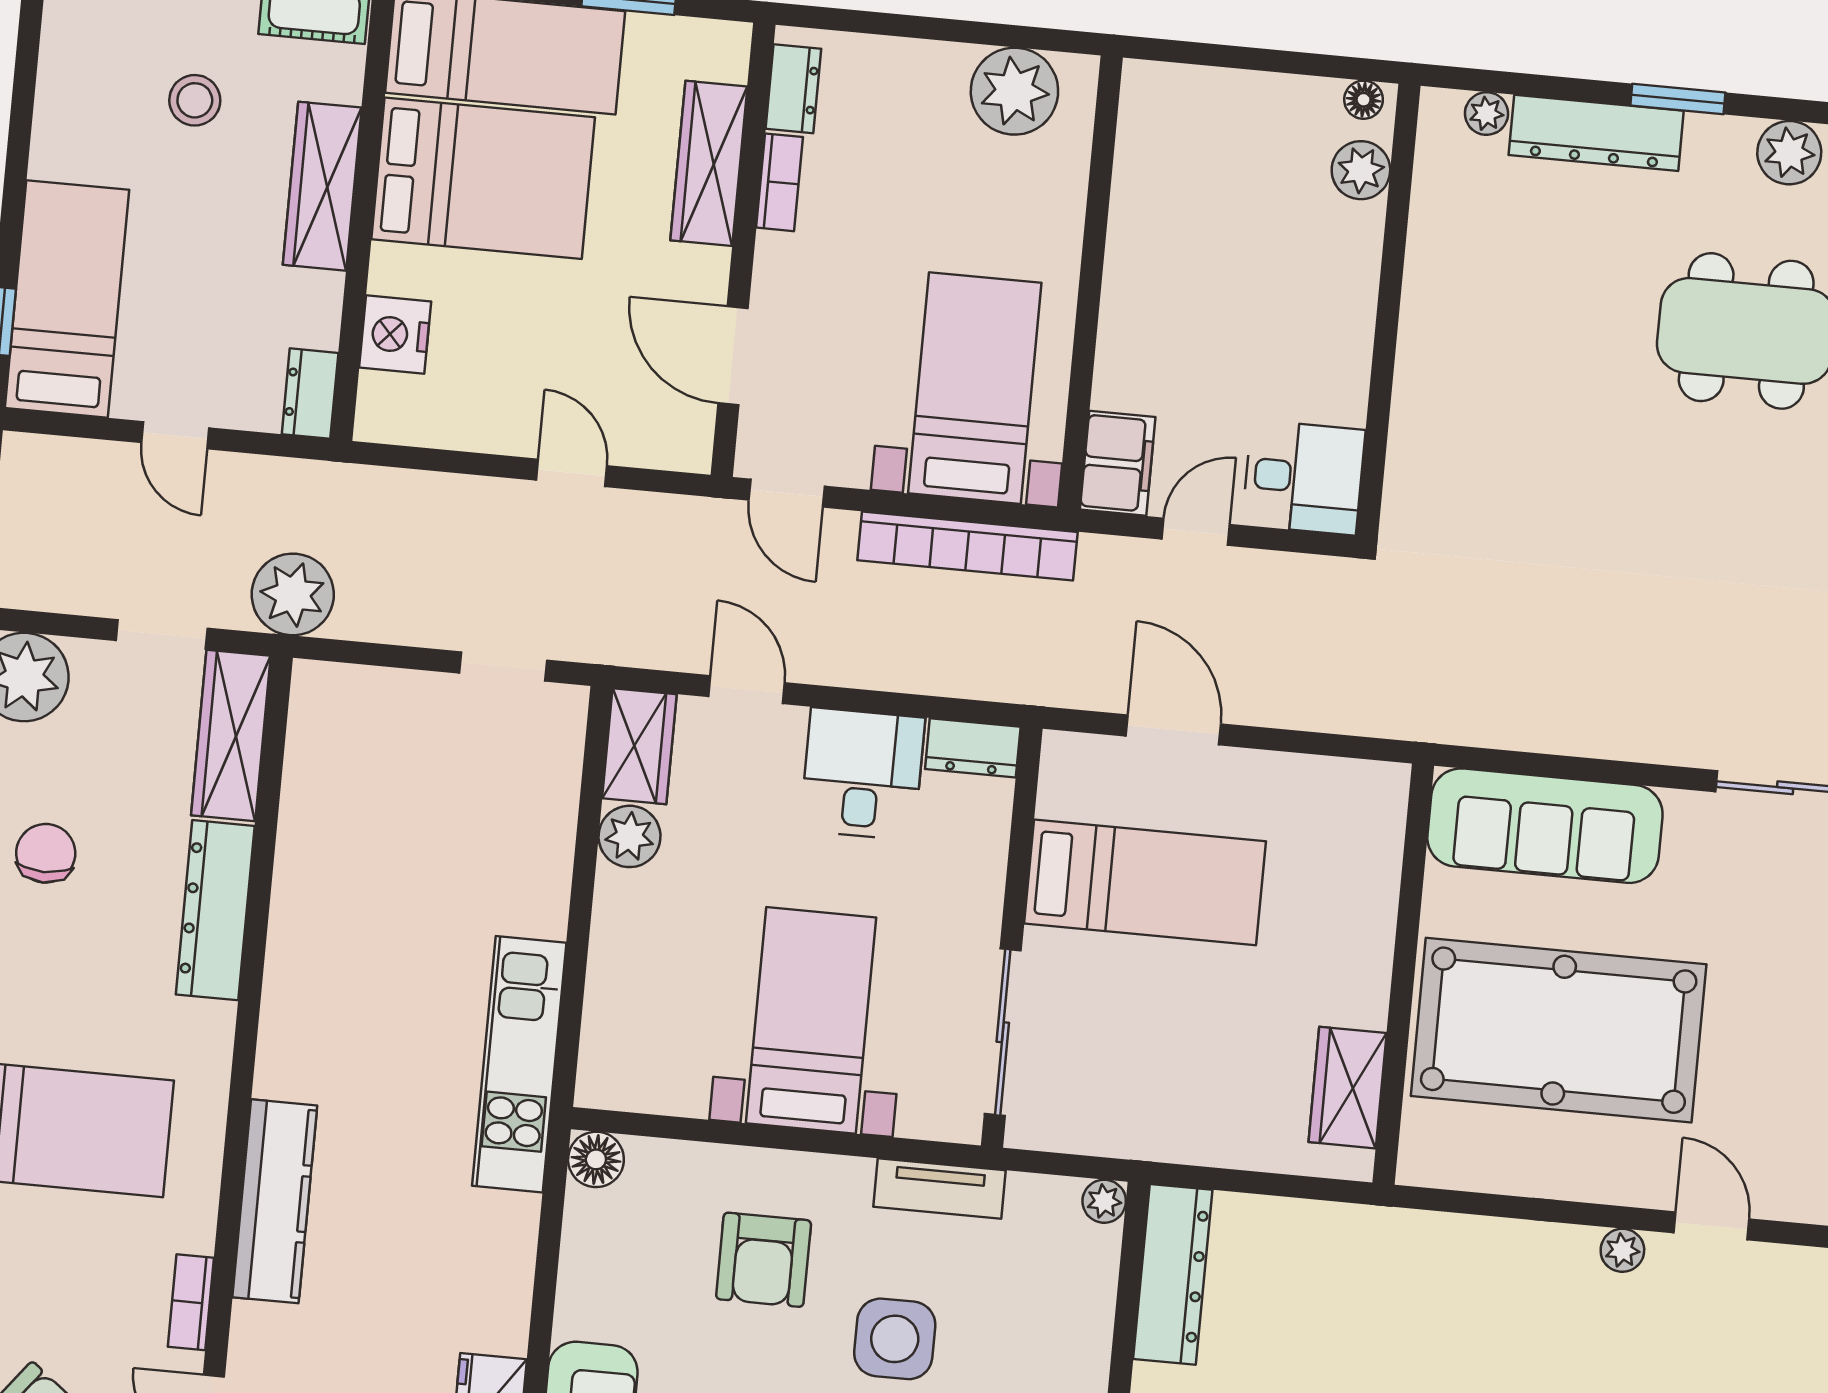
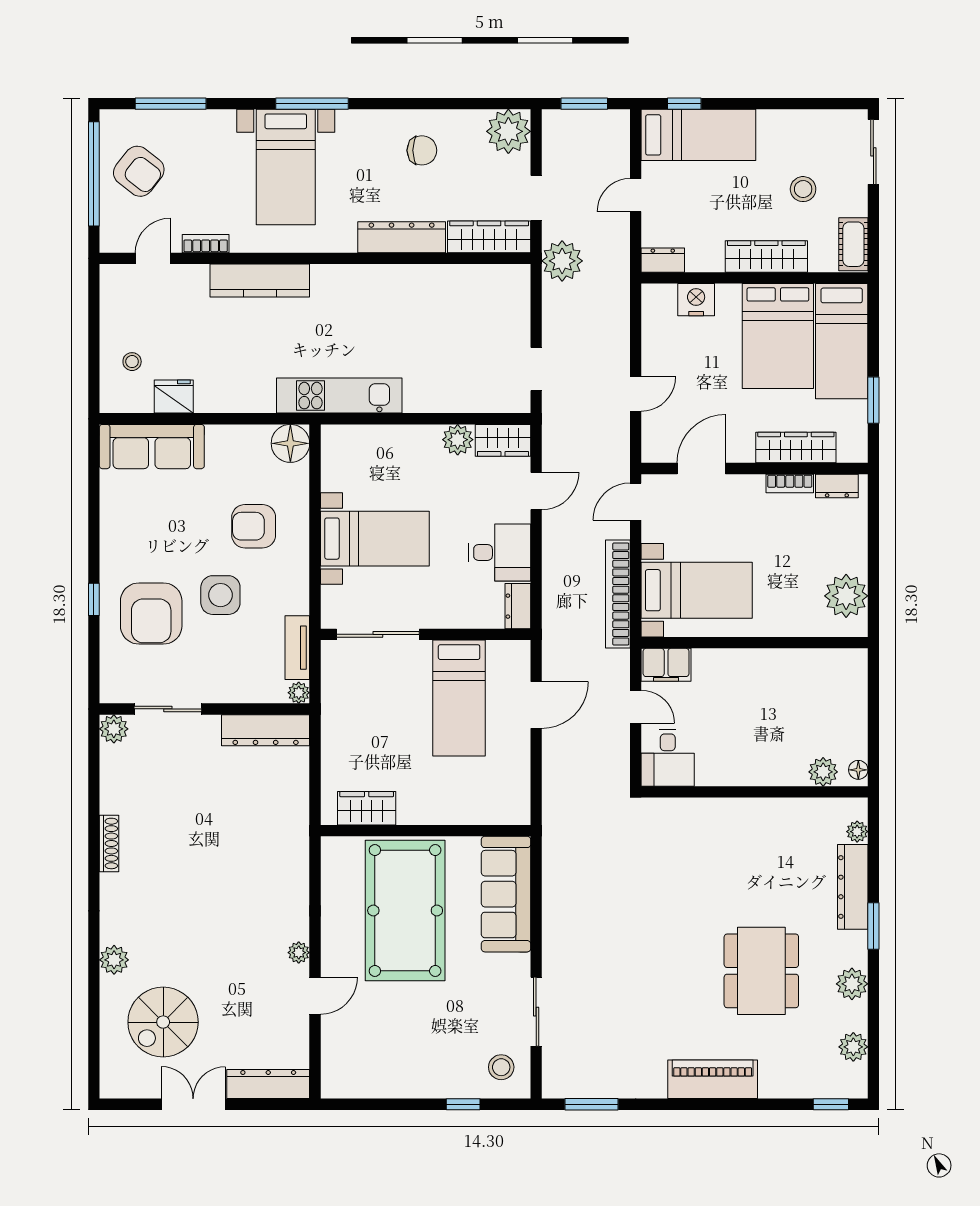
floor lamp: (596, 1159) -> (290, 443), width x1.38, depth x1.38
tv unit: (939, 1189) -> (297, 648), moved

